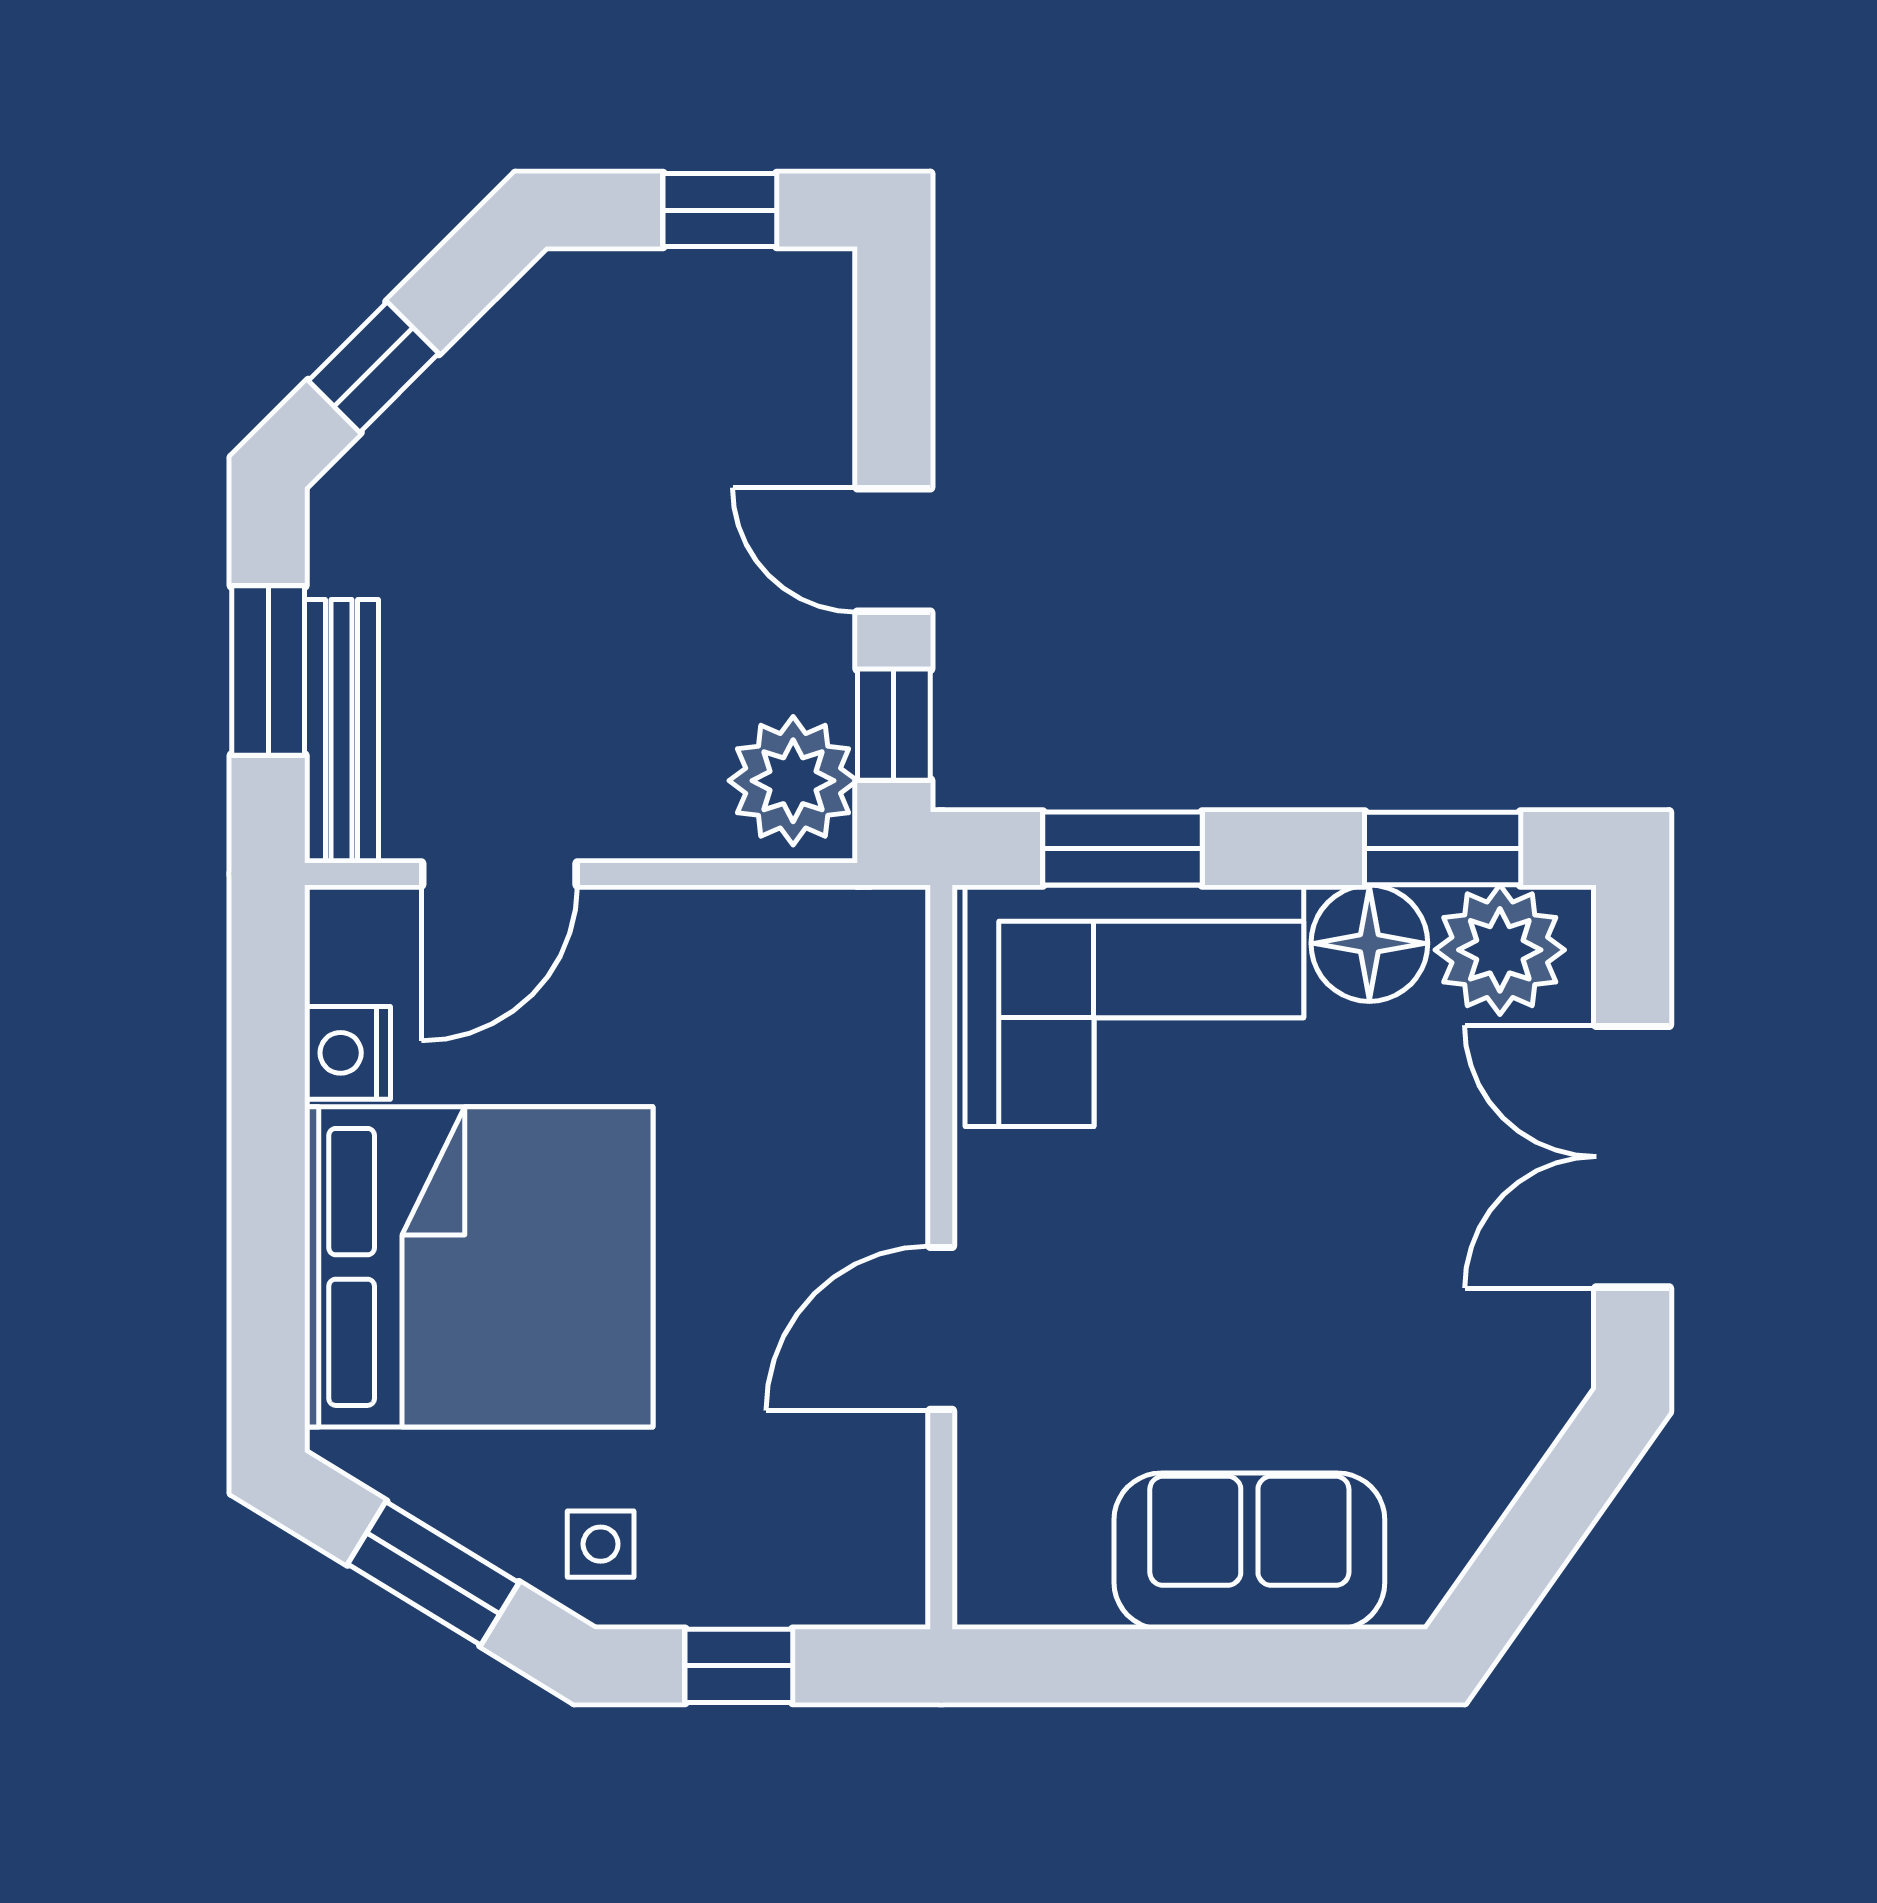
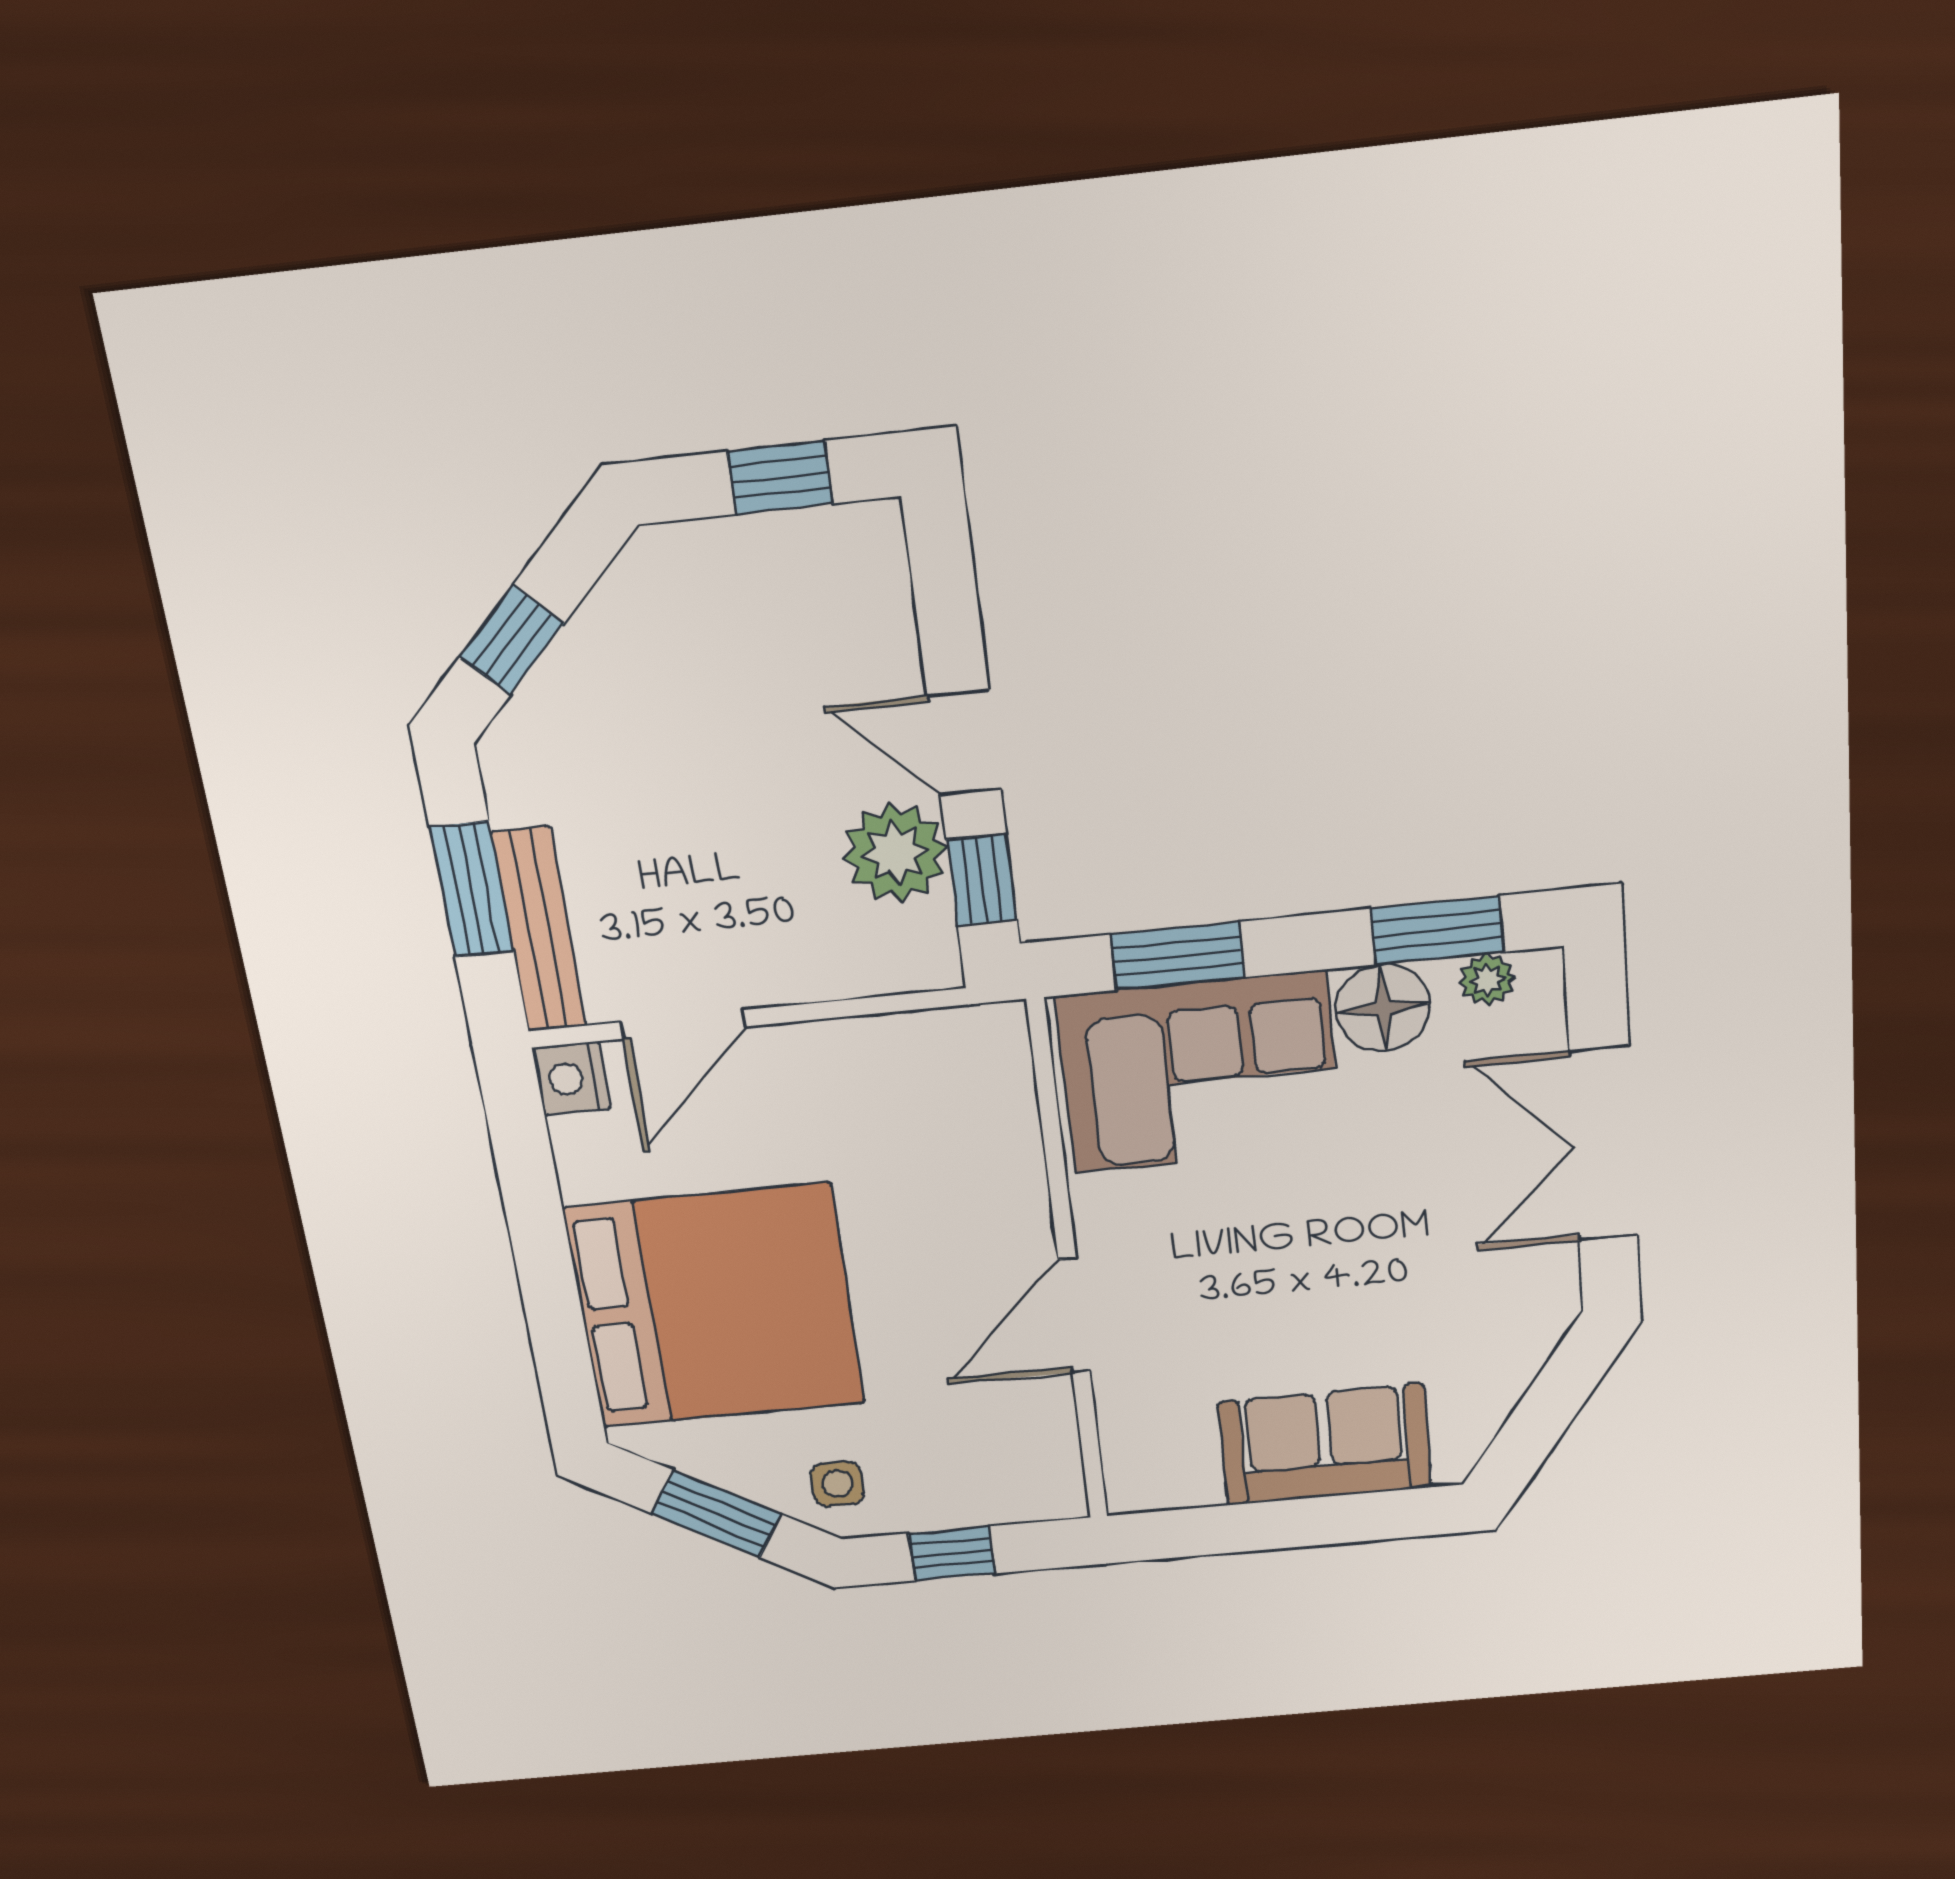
plant: (793, 781) -> (895, 853), moved
plant: (1500, 950) -> (1487, 980), width x0.53, depth x0.53
nightstand: (347, 1053) -> (571, 1078), moved

